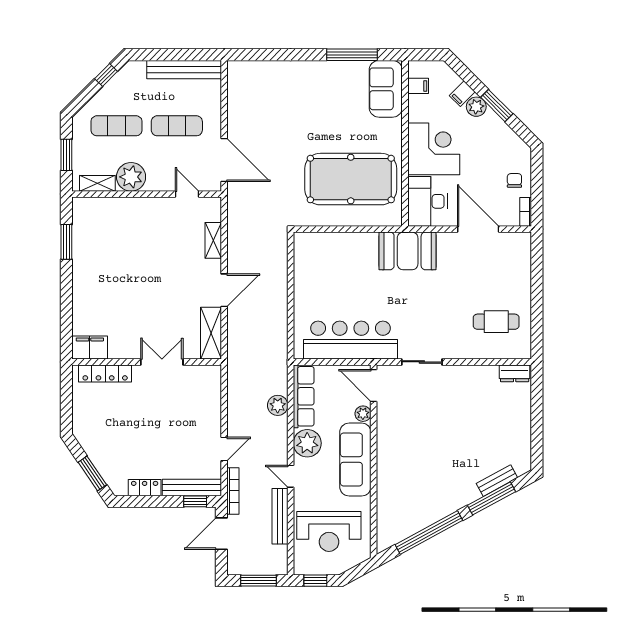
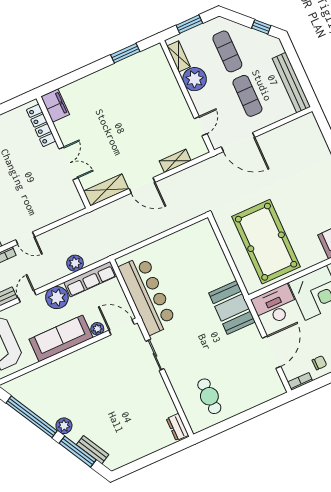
door: (224, 160) -> (238, 142), hinge flipped
door: (374, 385) -> (122, 327), hinge flipped
plant: (455, 501) -> (64, 426), added

